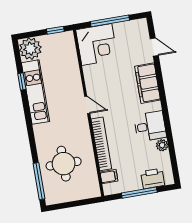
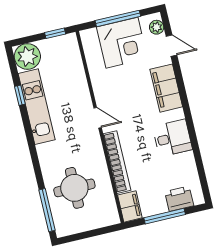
corner desk: (97, 45) -> (122, 43), moved
plant: (162, 145) -> (157, 27), moved
filing cabinet: (109, 177) -> (130, 206), width x2.00

